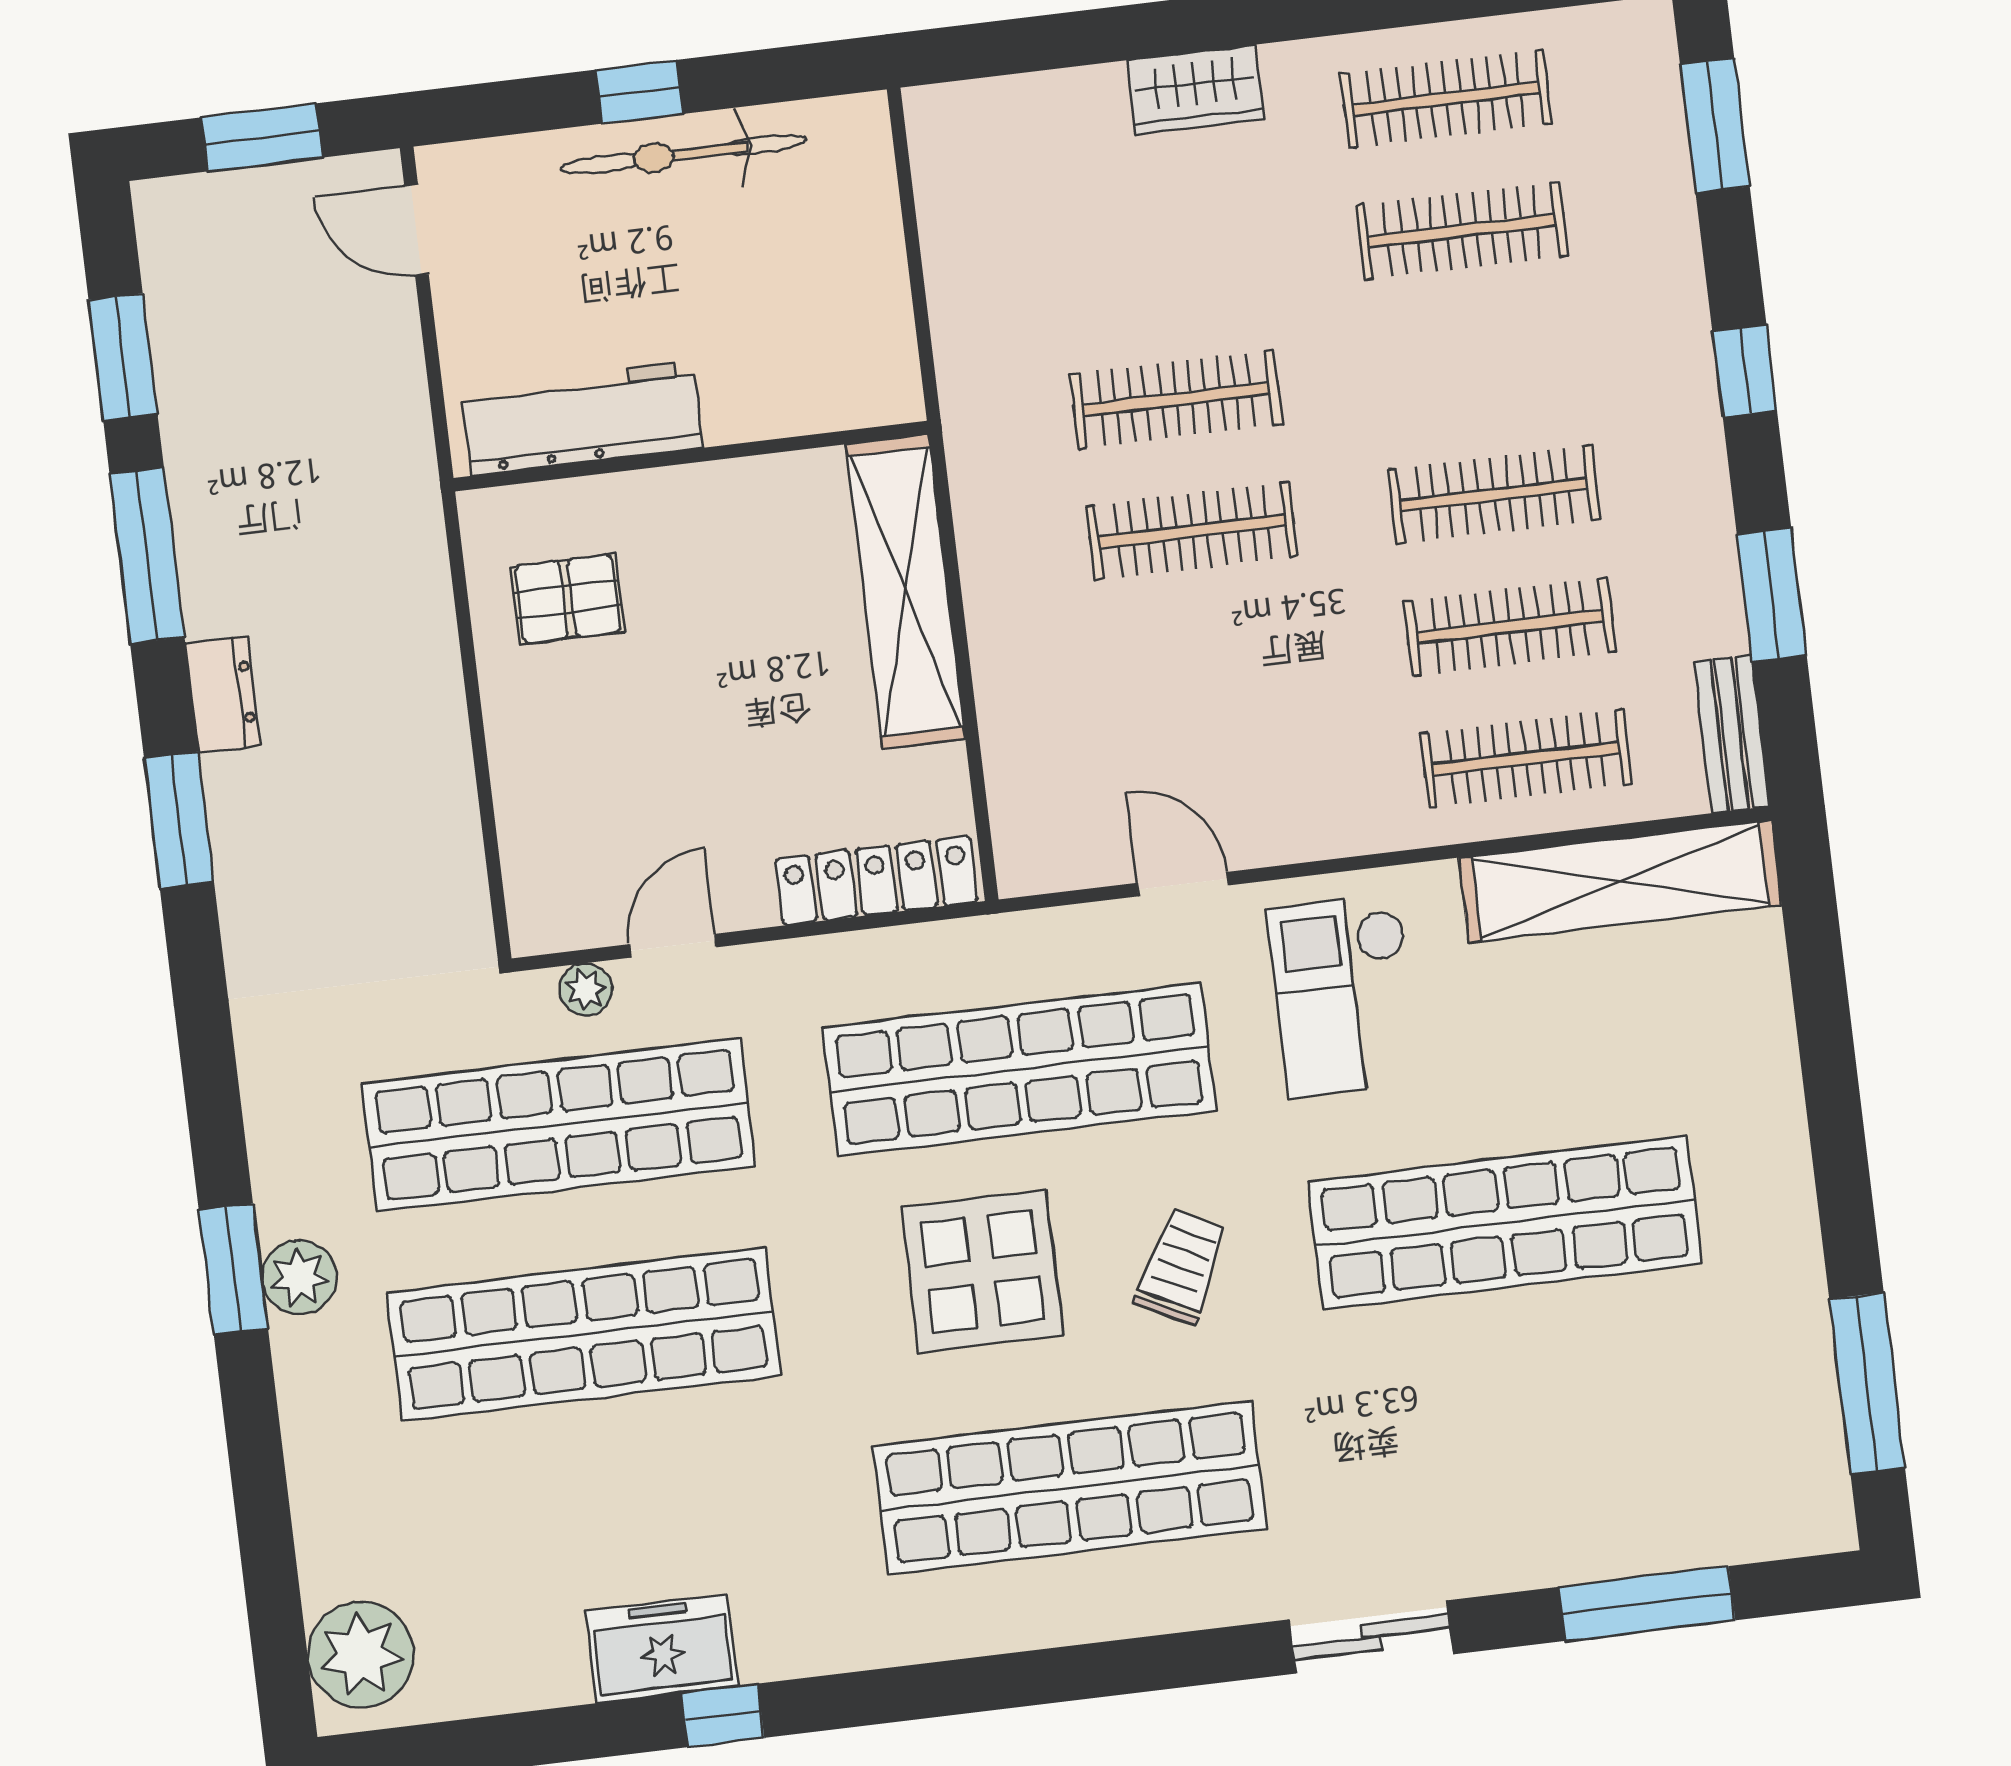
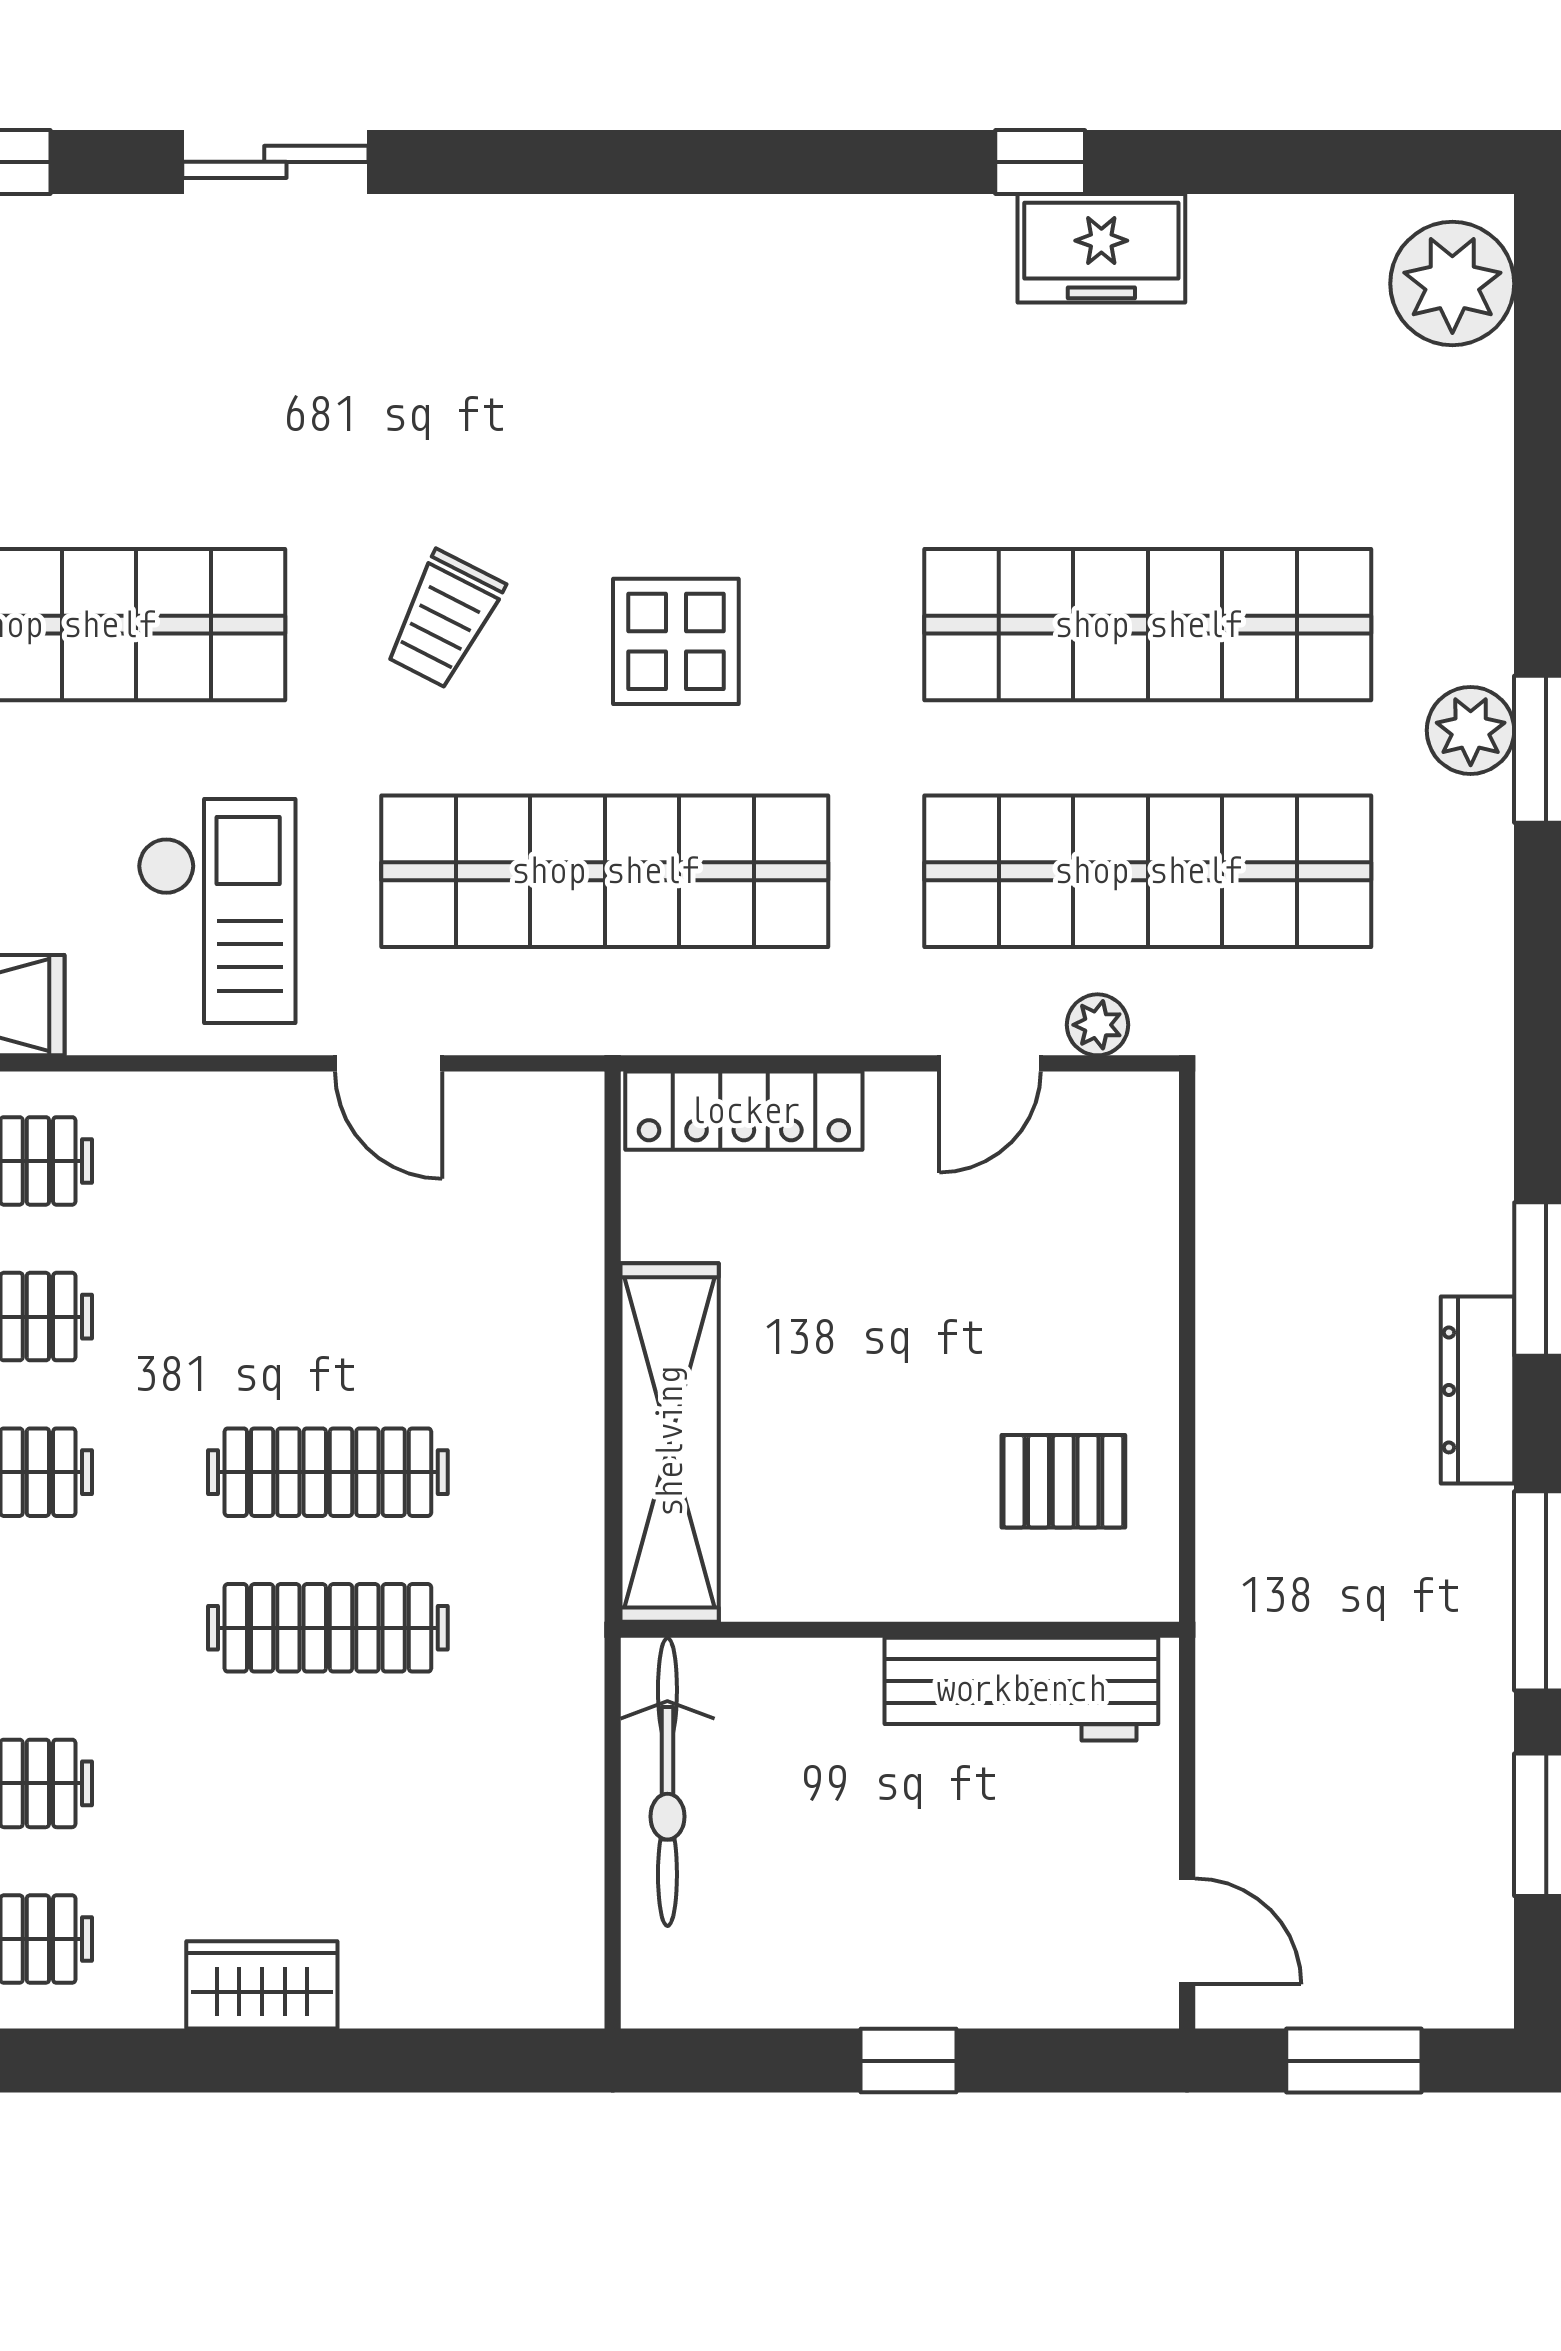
bicycle: (683, 154) -> (667, 1782), moved, turned 90
dresser: (223, 695) -> (1477, 1390), width x1.44
display table: (982, 1271) -> (676, 641), width x0.73, depth x0.73
shop shelf: (1070, 1487) -> (605, 378), removed

